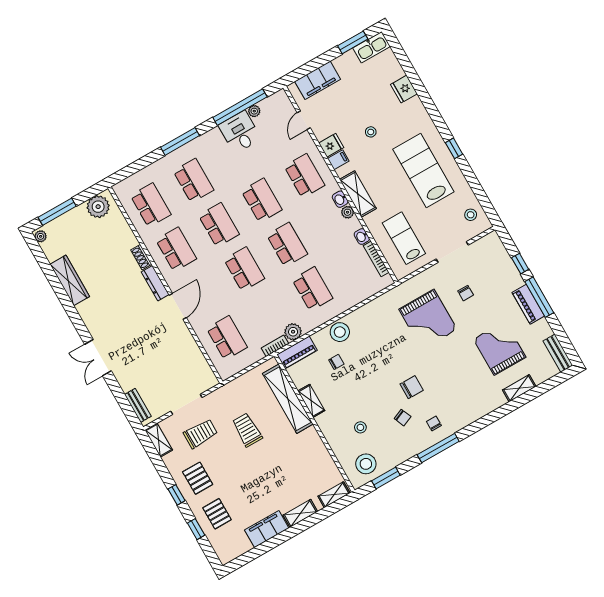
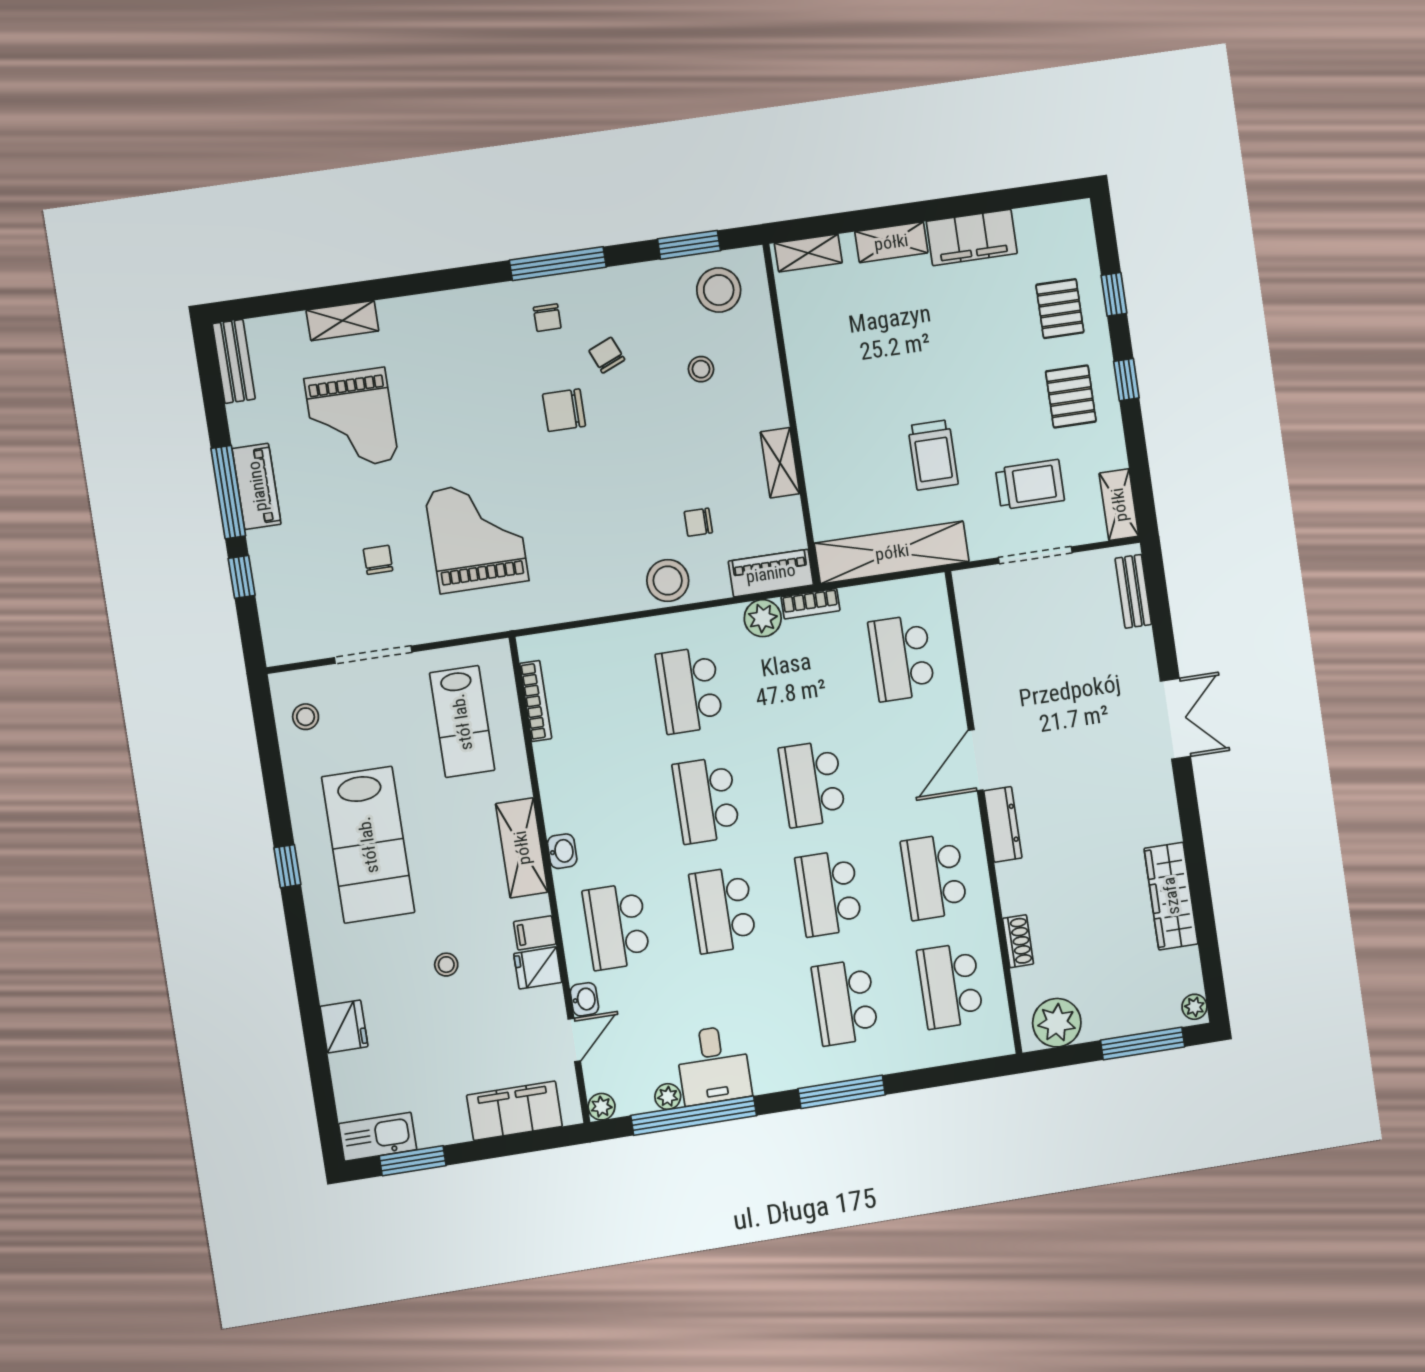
plant: (348, 212) -> (602, 1107), moved
washbasin: (362, 237) -> (584, 999), moved
shoe rack: (141, 257) -> (1018, 941), moved
shelving: (288, 399) -> (892, 552), moved, turned 90
trolley: (201, 434) -> (1030, 485), turned 180

